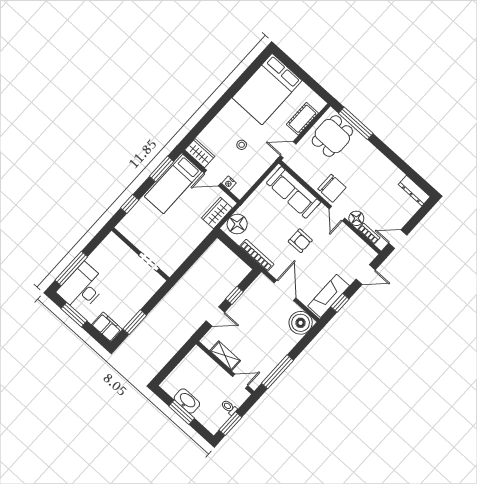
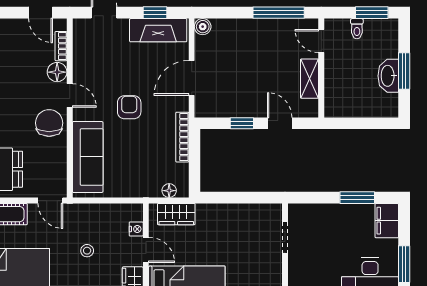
door: (337, 214) -> (70, 96), hinge flipped
floor lamp: (237, 224) -> (169, 191), width x0.53, depth x0.53
boiler: (301, 323) -> (203, 27), width x0.54, depth x0.54

